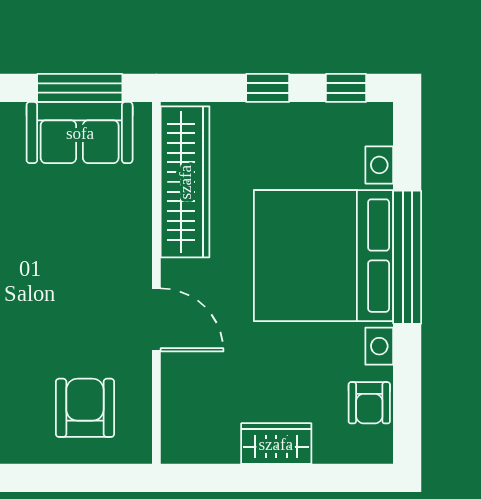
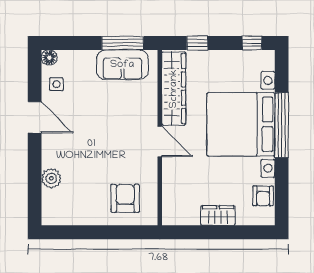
window: (268, 88) -> (197, 43), moved
door: (156, 320) -> (160, 141), moved

